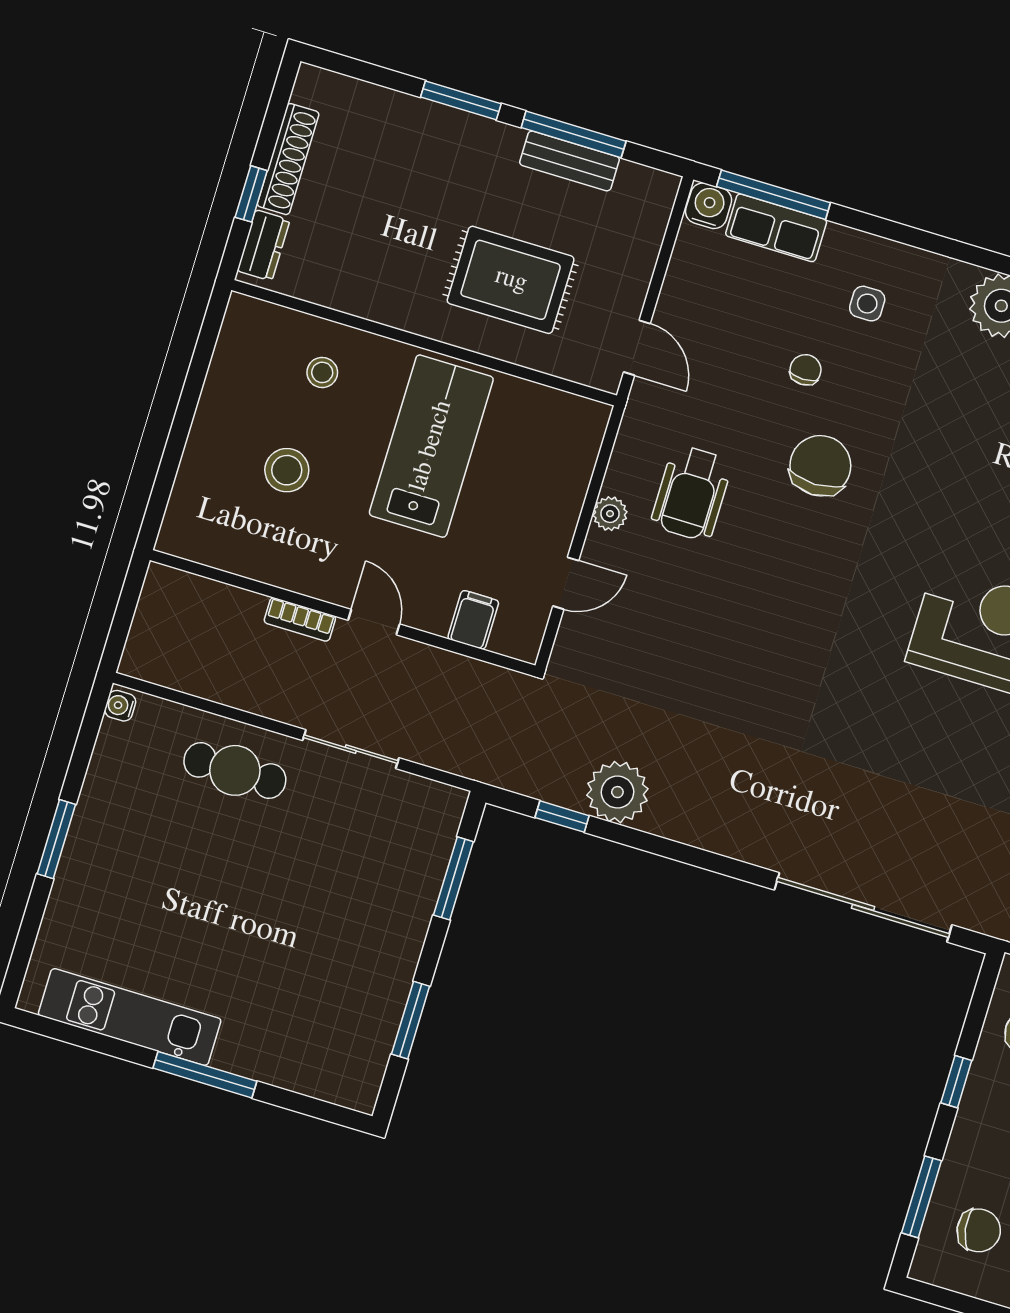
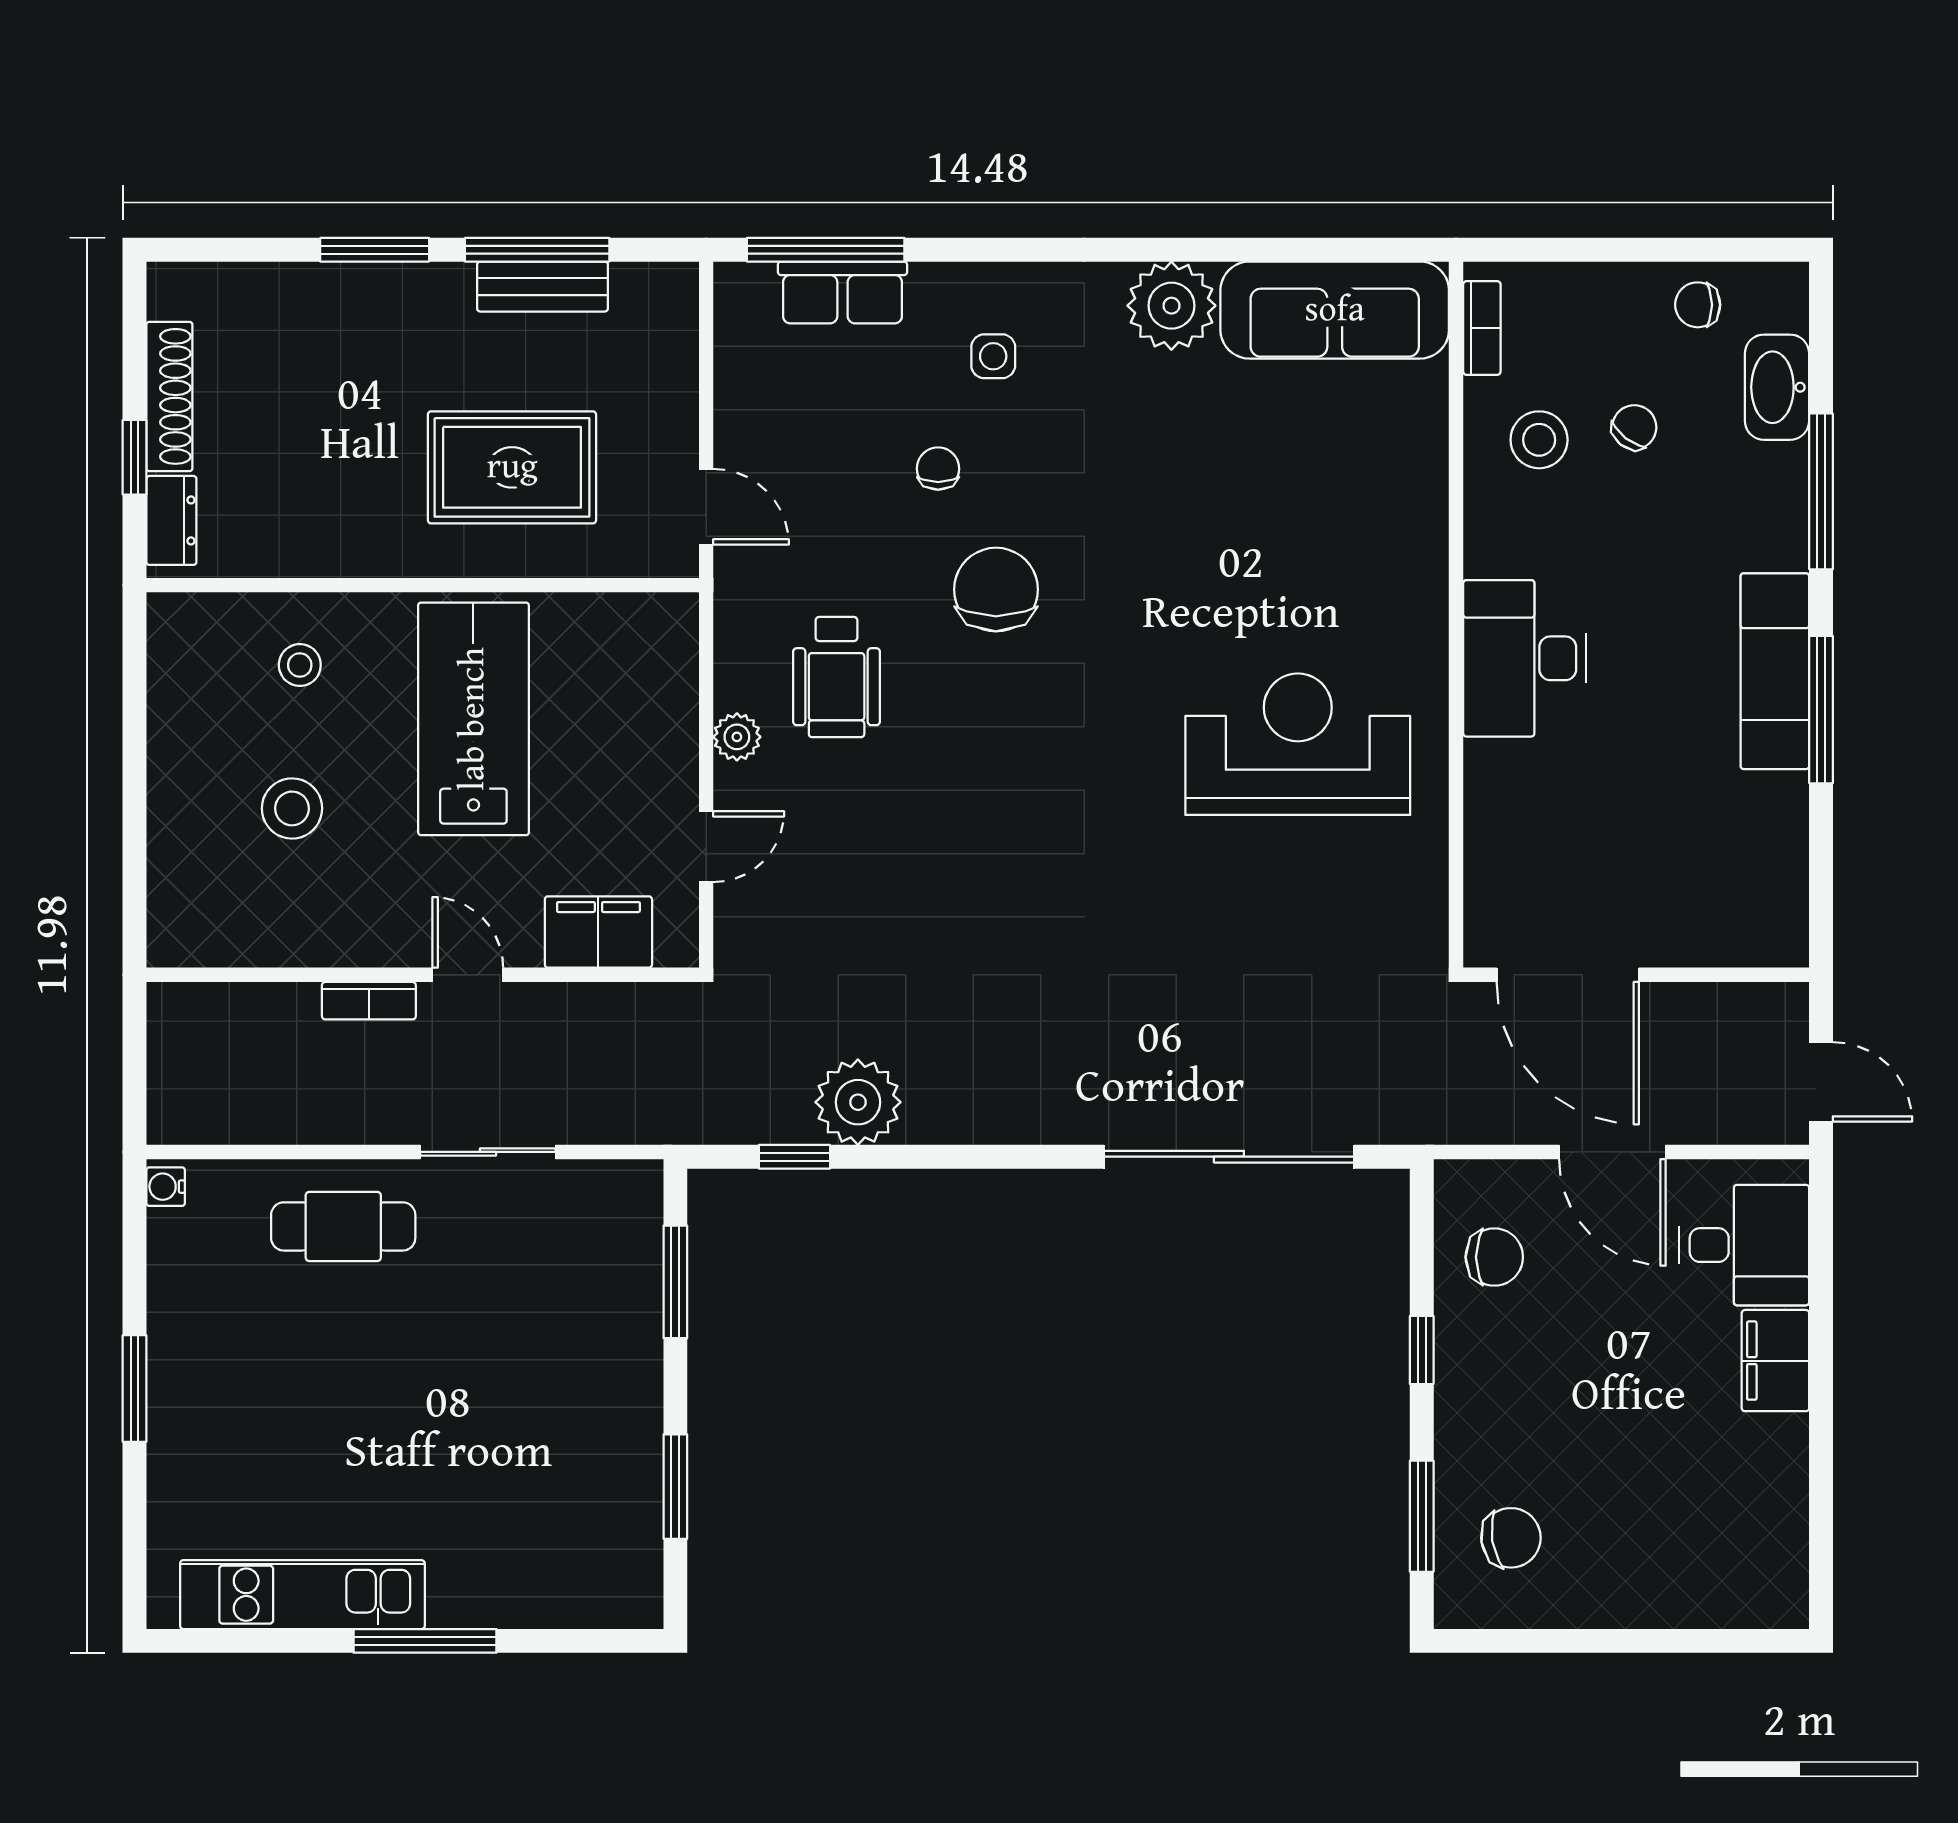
water cooler: (709, 206) -> (744, 290), removed
filing cabinet: (473, 620) -> (598, 932), width x2.00

